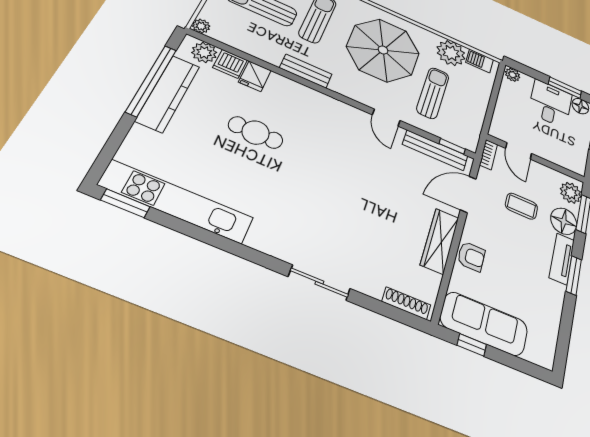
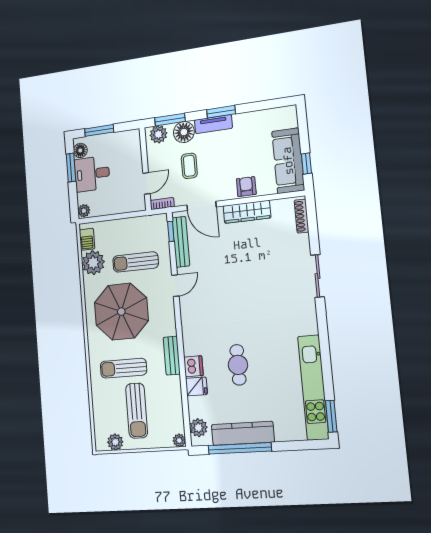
dishwasher: (230, 64) -> (193, 366), moved

